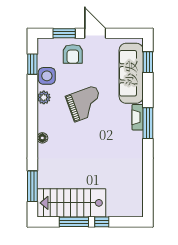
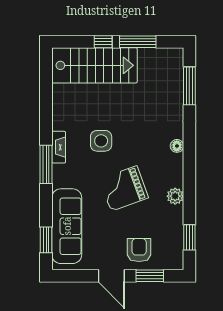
side table: (47, 76) -> (101, 141), moved
fireplace: (138, 117) -> (59, 147), moved
stairs: (71, 203) -> (94, 65), moved

